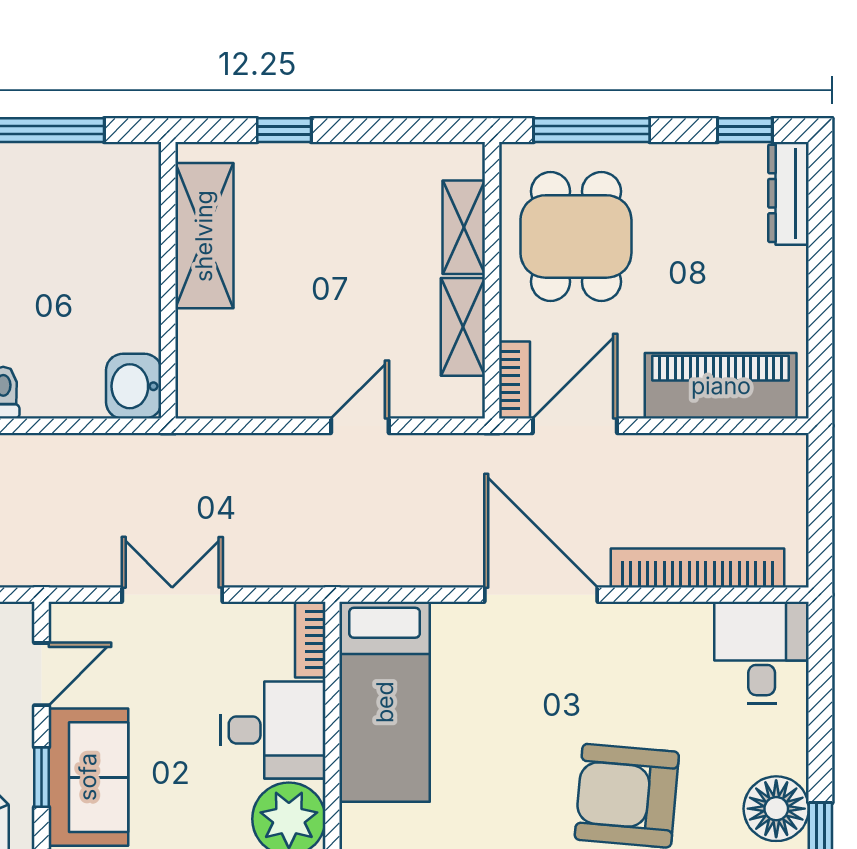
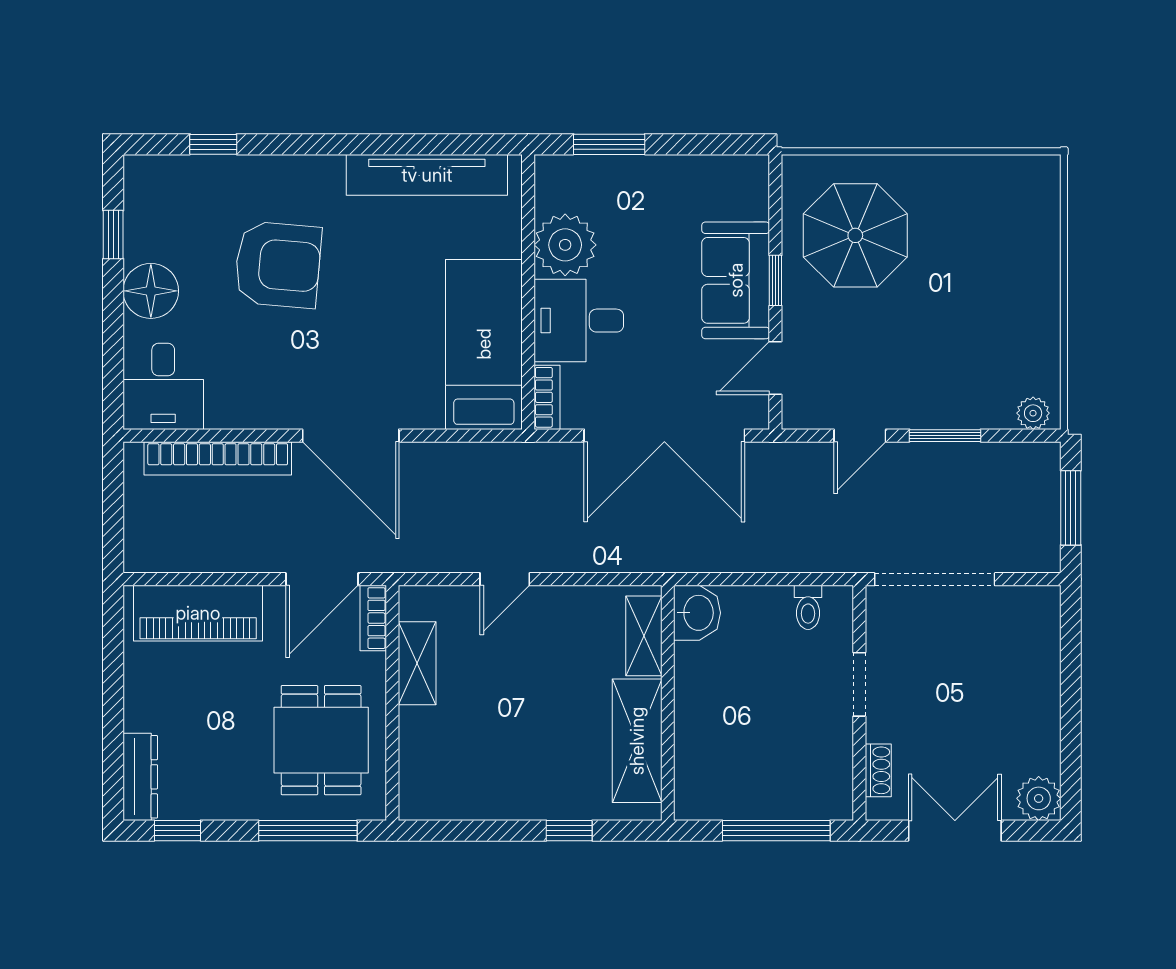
shelving: (464, 227) -> (644, 636), moved
double door: (172, 595) -> (664, 436), width x1.87
floor lamp: (776, 809) -> (151, 291), moved

